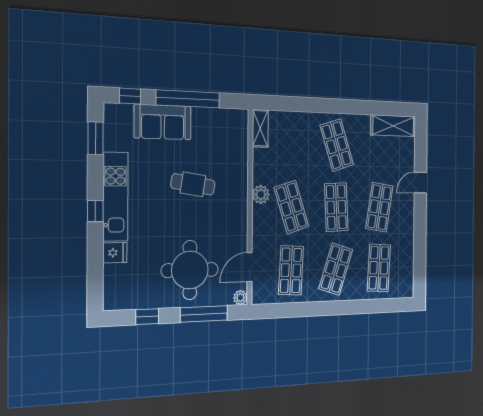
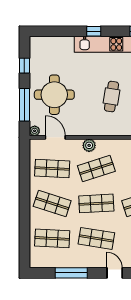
plant: (261, 194) -> (89, 145), moved
window: (420, 241) -> (71, 273), added
fridge: (115, 253) -> (67, 44), removed

